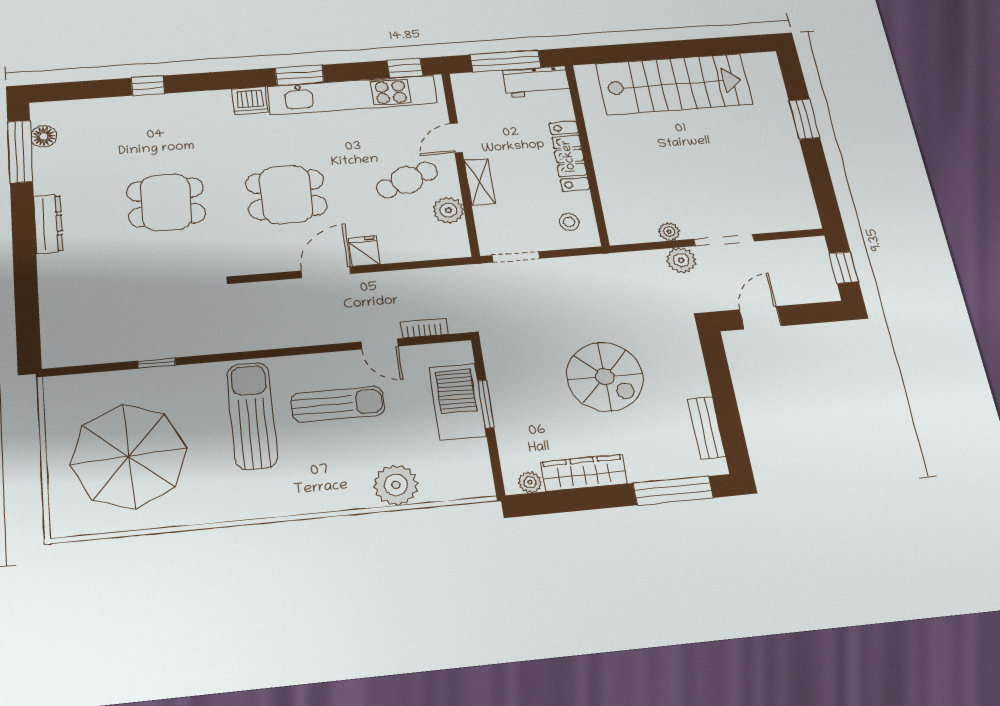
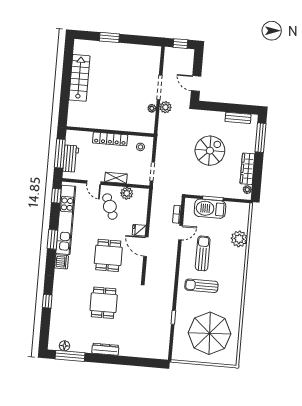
workbench: (536, 81) -> (71, 159), moved
stairs: (674, 84) -> (79, 78), width x0.73, depth x0.66
sun lounger: (252, 416) -> (201, 286), width x0.73, depth x0.75

